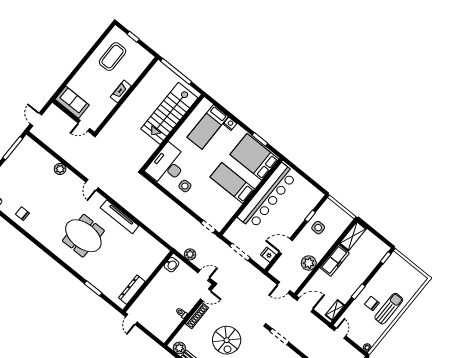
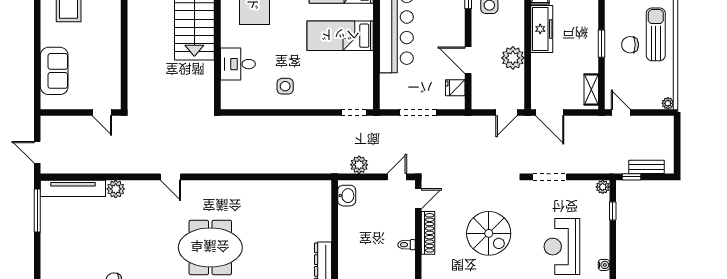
fireplace: (121, 92) -> (113, 34), removed
sofa: (72, 102) -> (54, 71), moved, turned 90
door: (84, 126) -> (102, 112), hinge flipped
desk: (167, 165) -> (238, 64), width x0.53, depth x0.77
tv unit: (120, 217) -> (73, 188), moved
door: (286, 246) -> (468, 60), hinge flipped
door: (305, 305) -> (550, 112), swing flipped

